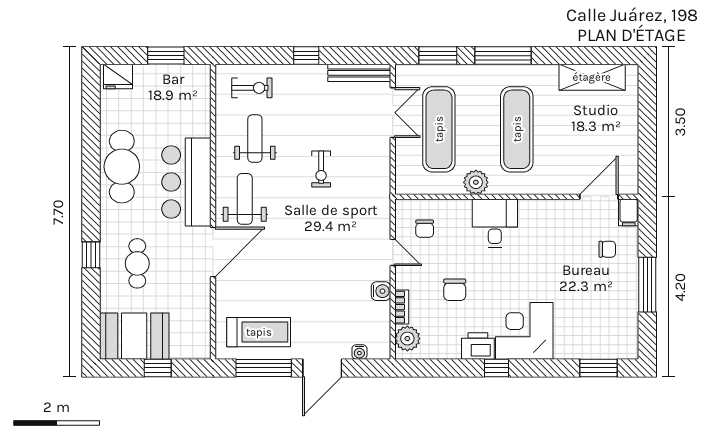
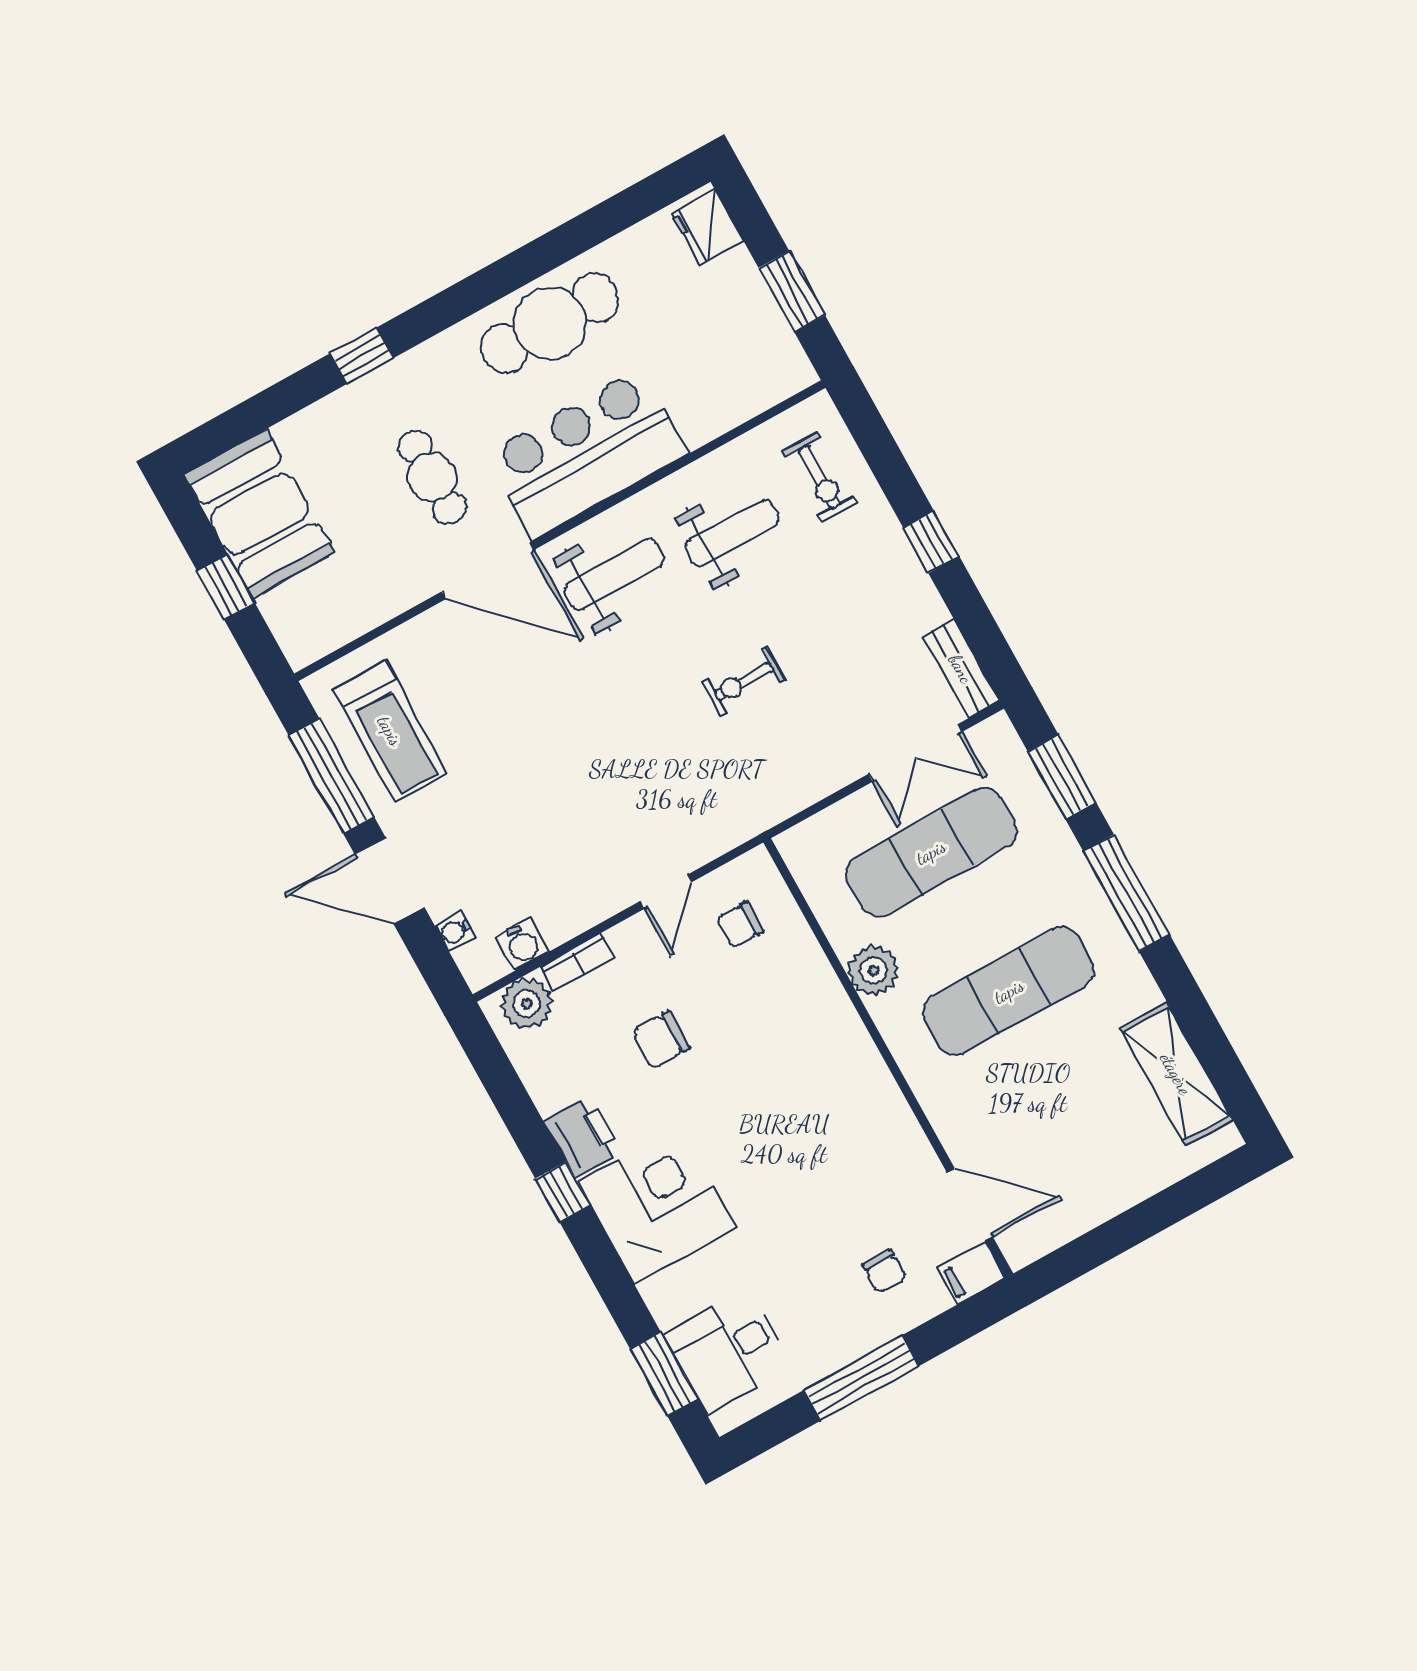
bench: (359, 73) -> (961, 669), width x0.73
desk: (495, 223) -> (728, 1351), moved, turned 180
cafe table: (137, 263) -> (432, 477), moved, turned 90
water cooler: (381, 291) -> (522, 944), moved

